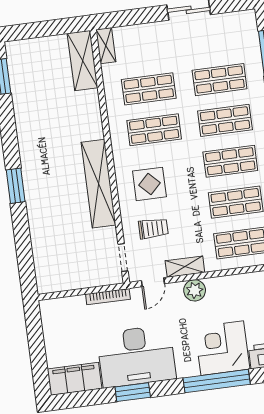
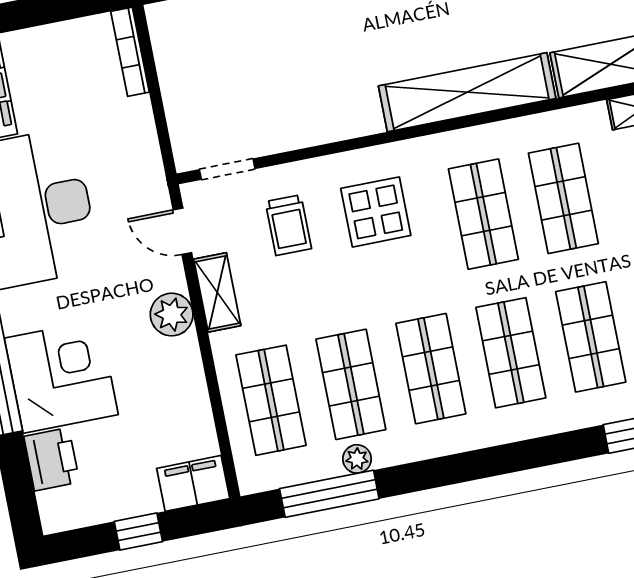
shelving: (99, 184) -> (467, 92), moved
bookcase: (108, 297) -> (130, 52), moved

